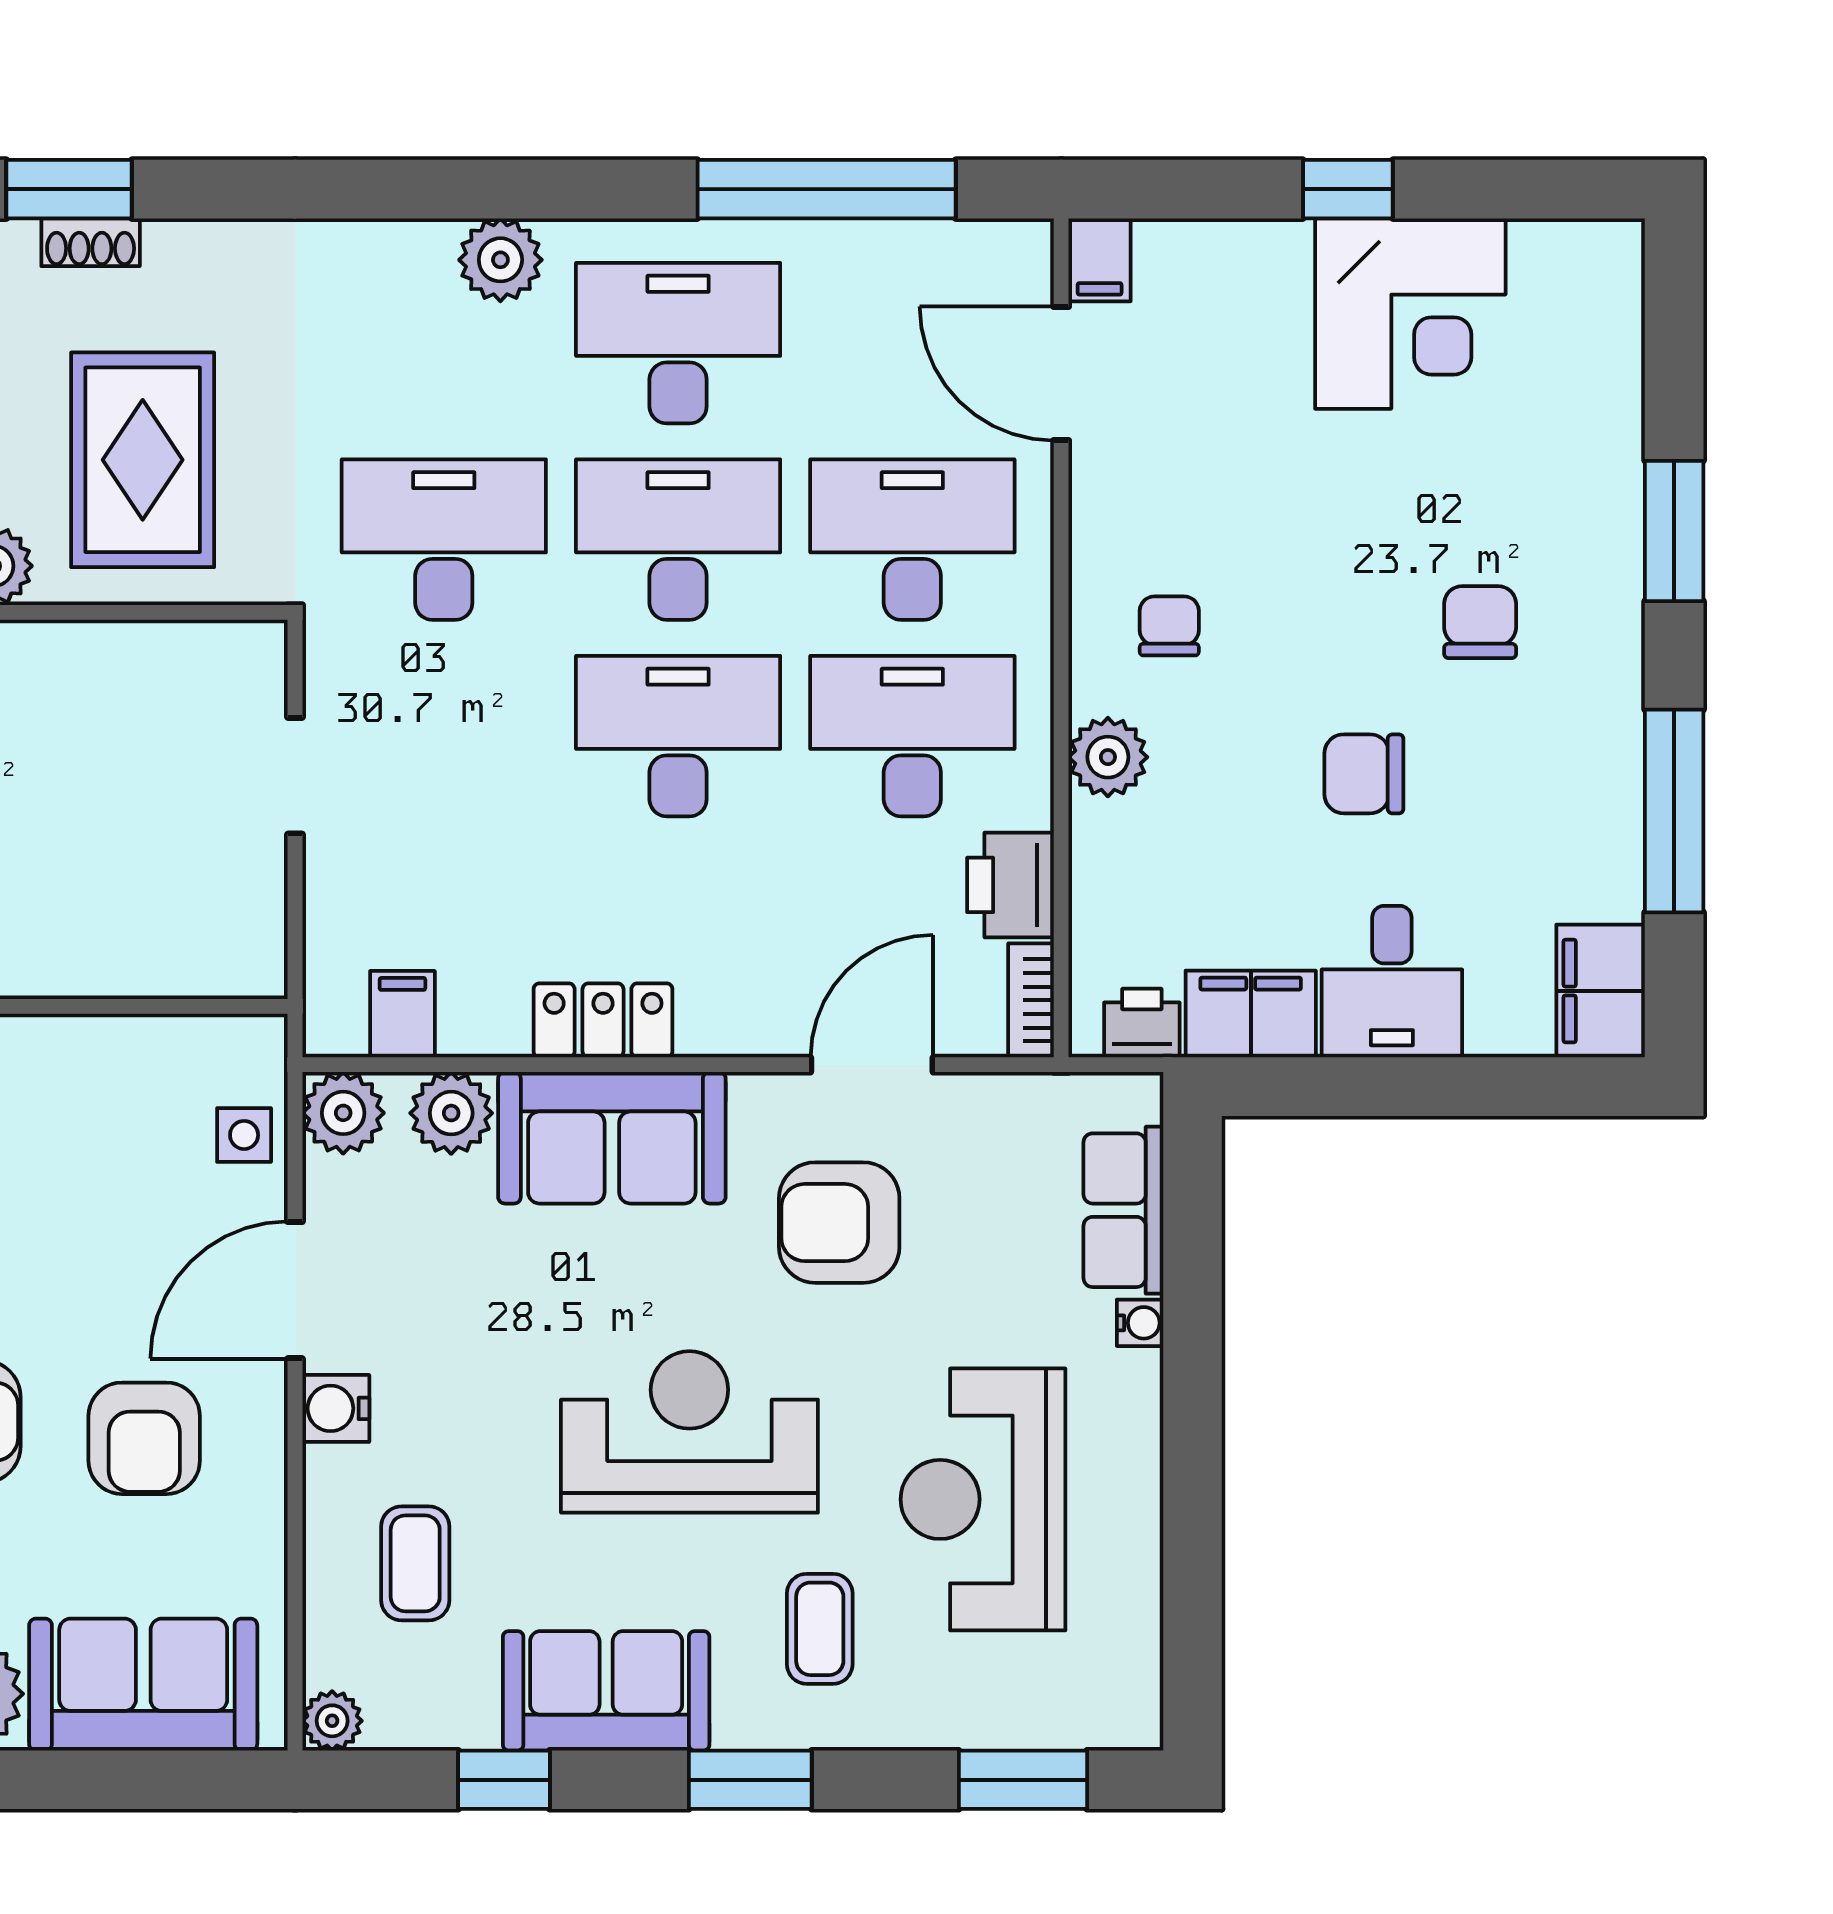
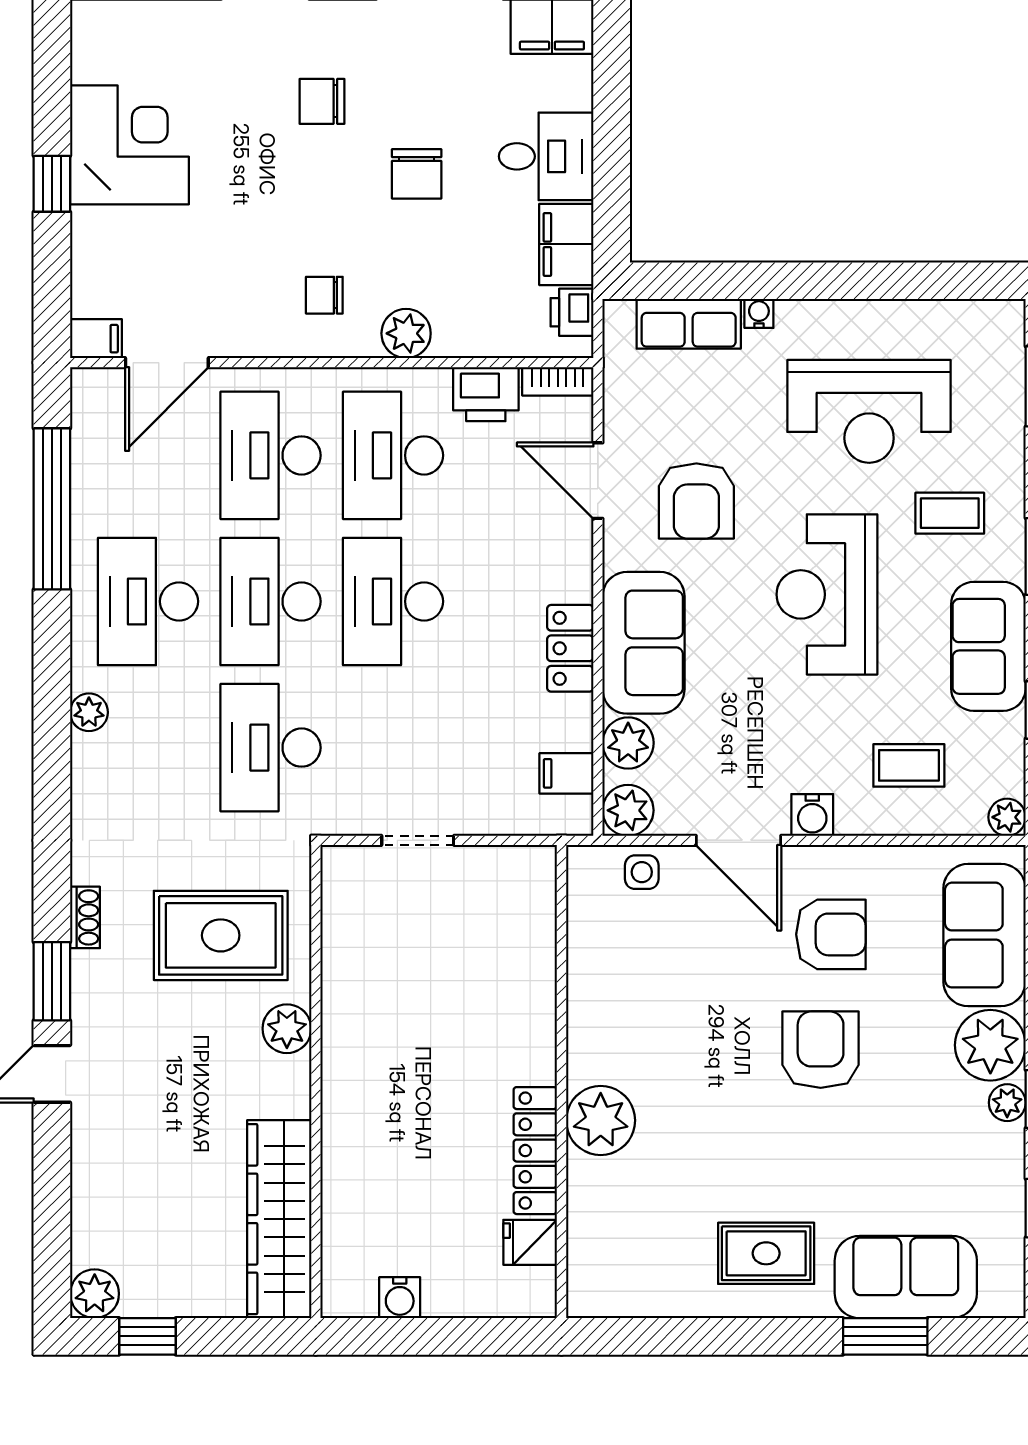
shoe rack: (91, 242) -> (85, 917), moved
plant: (500, 260) -> (89, 712), width x0.73, depth x0.73

